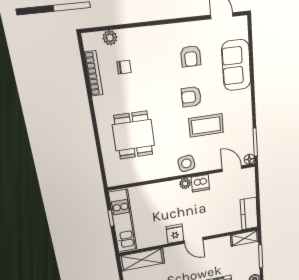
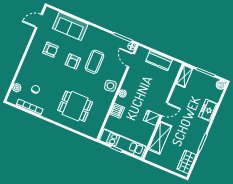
door: (232, 169) -> (131, 60), hinge flipped
dishwasher: (200, 183) -> (117, 111), moved
kitchen counter: (249, 214) -> (159, 61), moved
shelving: (142, 260) -> (160, 138), moved

